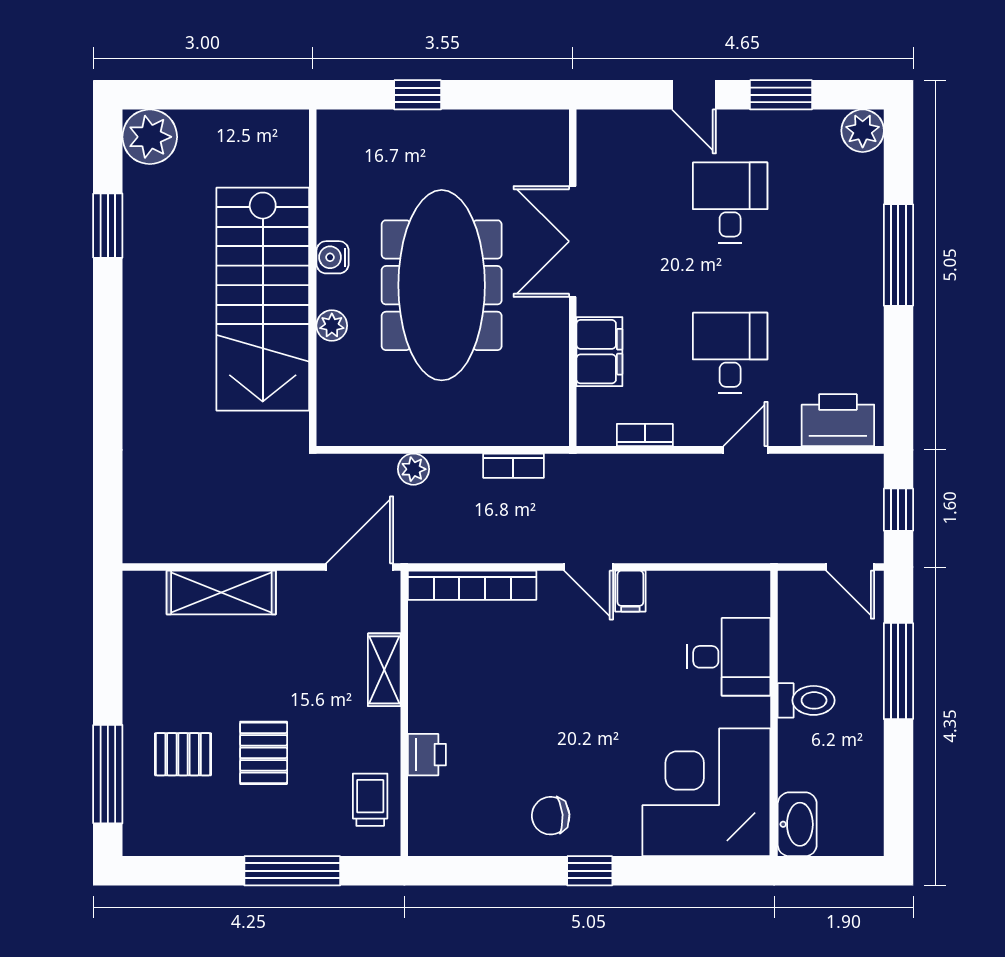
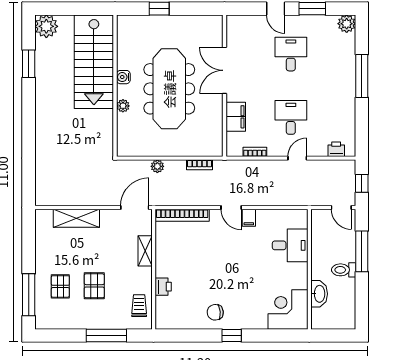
stairs: (263, 299) -> (94, 62), moved
printer: (838, 420) -> (336, 149), width x0.53, depth x0.68
toilet: (806, 700) -> (344, 270), moved, turned 180
pallet: (183, 754) -> (60, 286), turned 90
corner desk: (706, 792) -> (288, 310), width x0.74, depth x0.74
washbasin: (797, 824) -> (319, 294), moved

